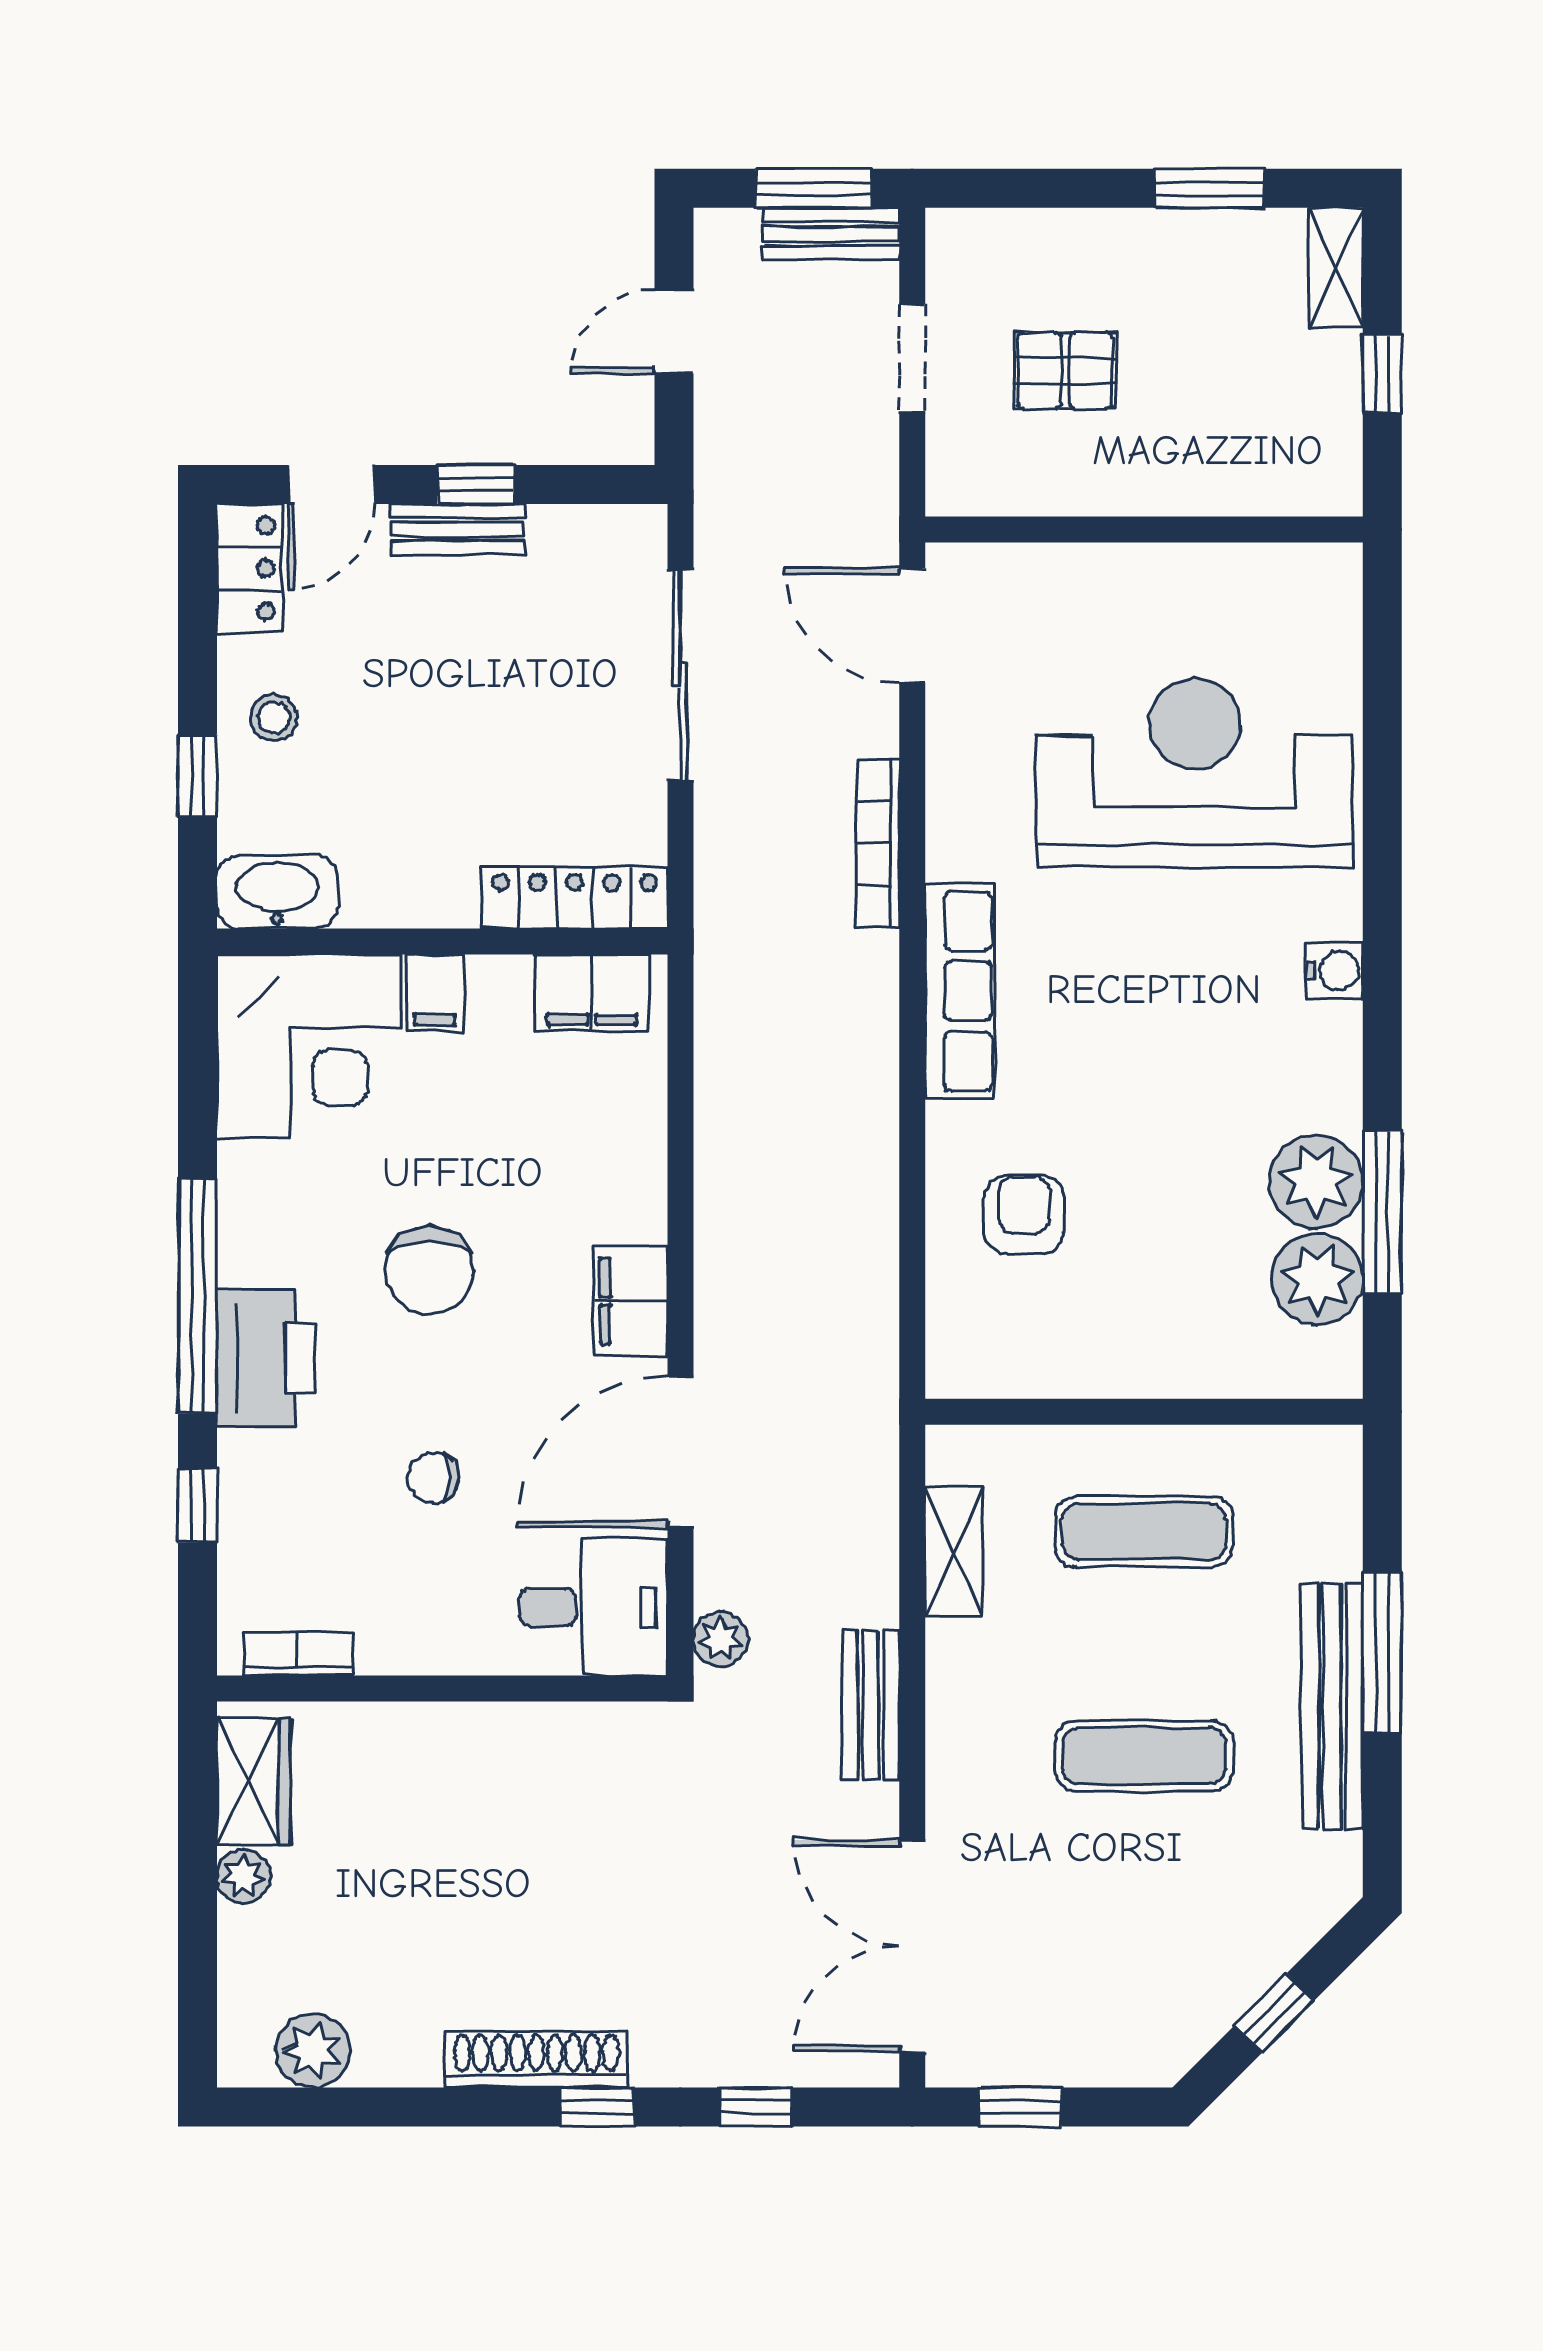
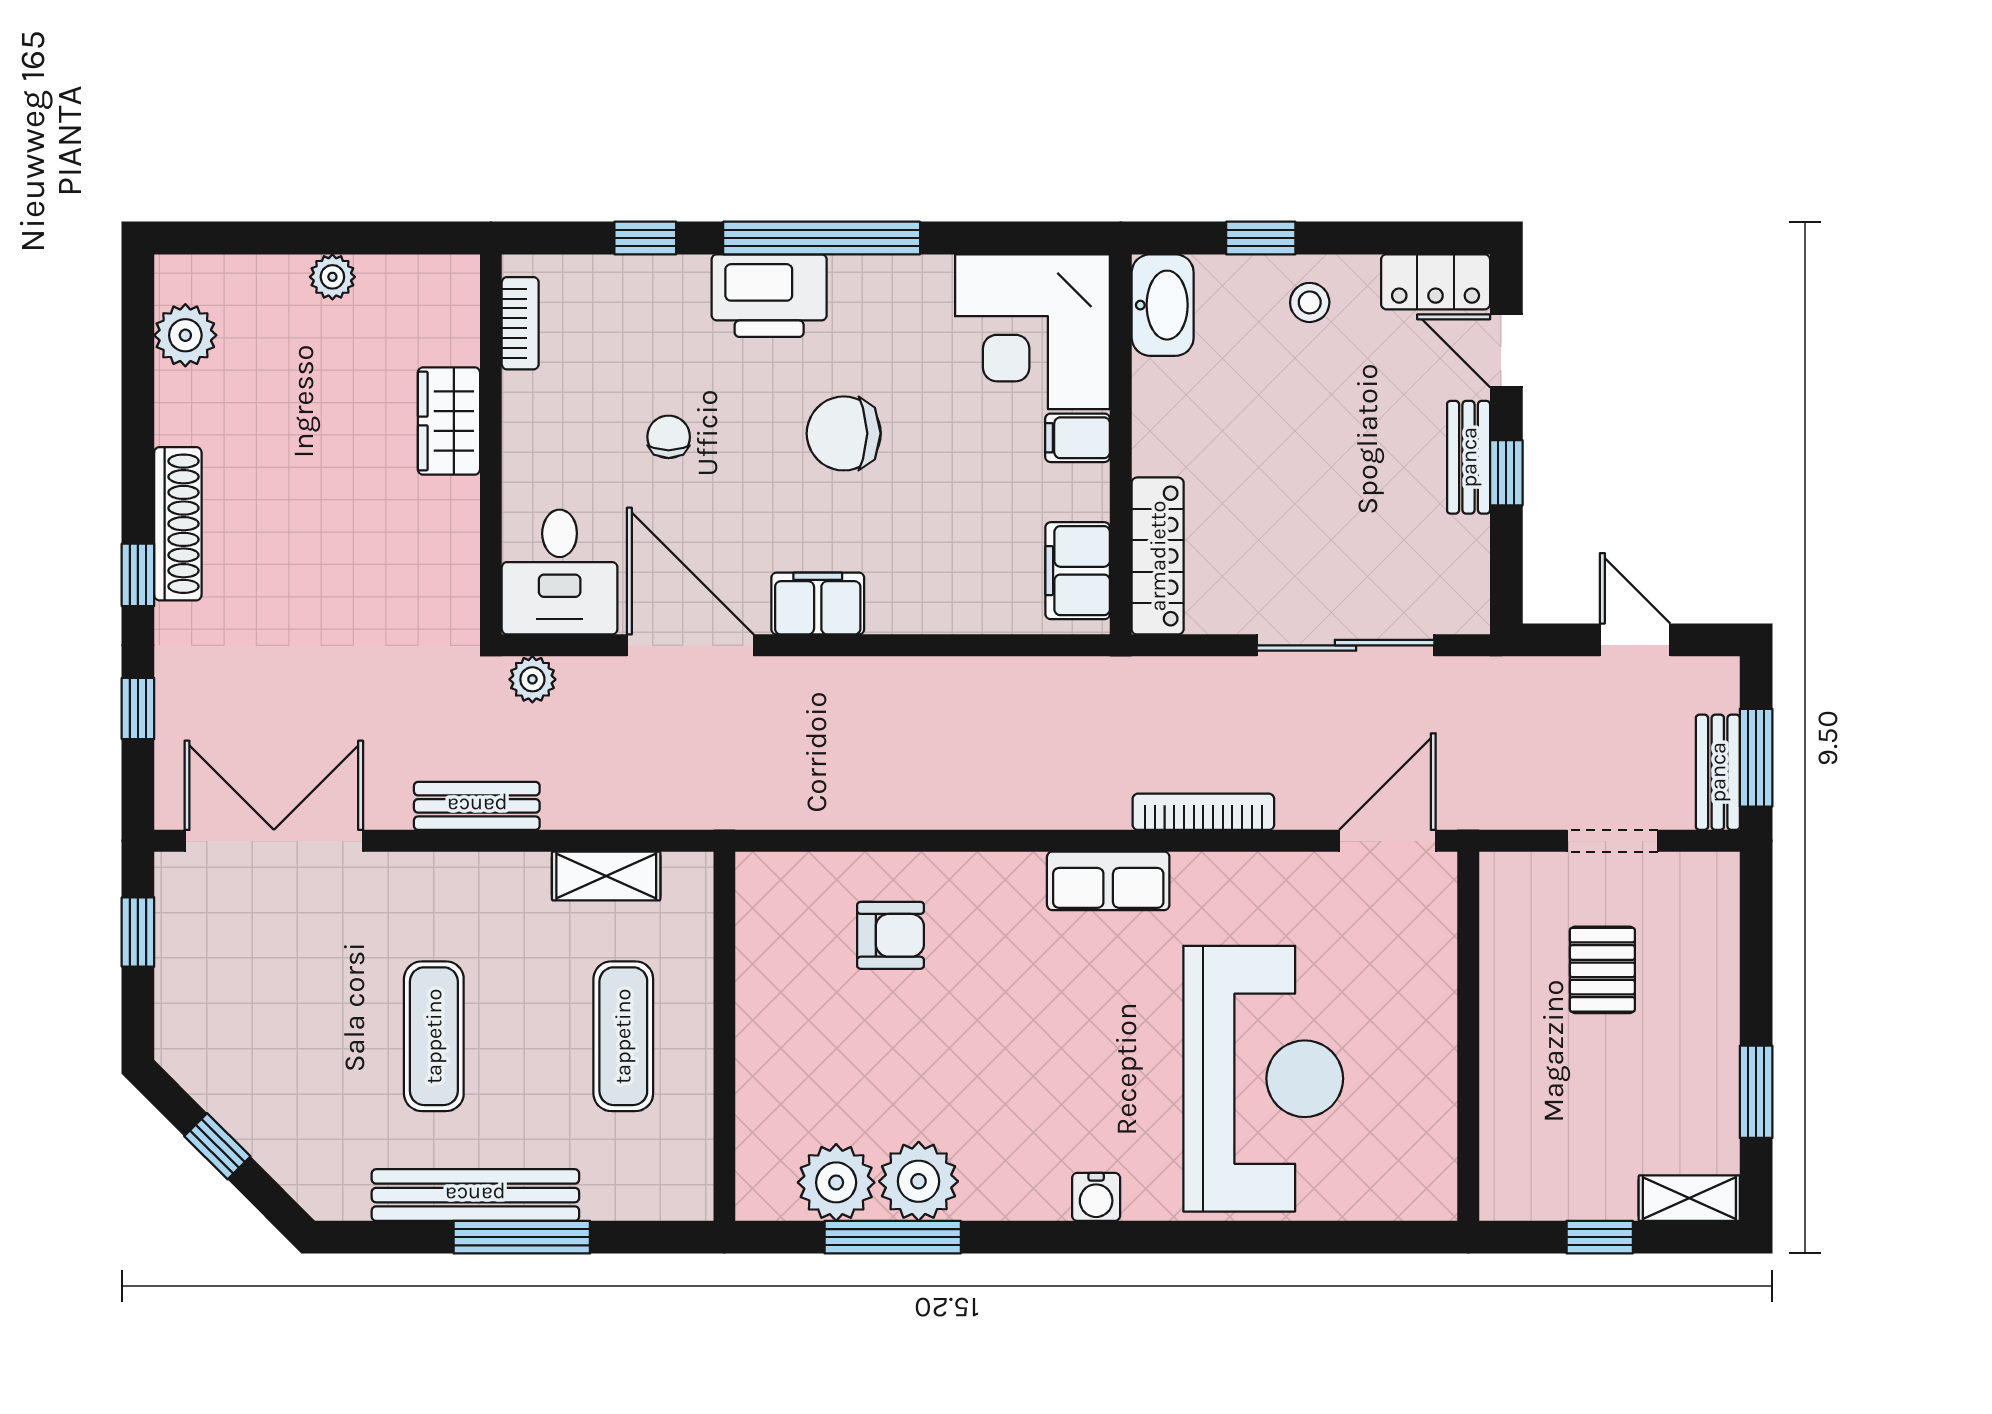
row of seats: (960, 991) -> (1108, 881), width x0.68
wardrobe: (254, 1781) -> (449, 421), moved, turned 90

